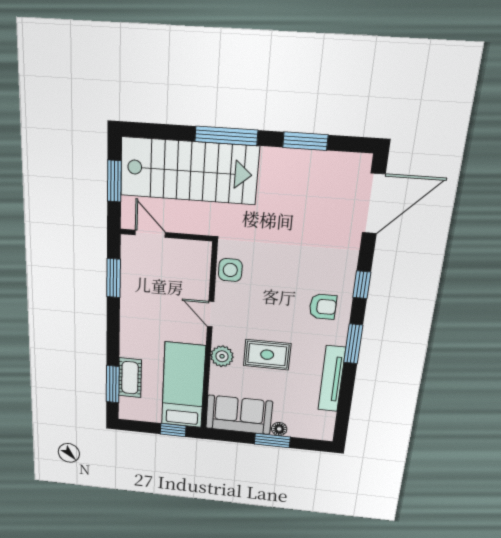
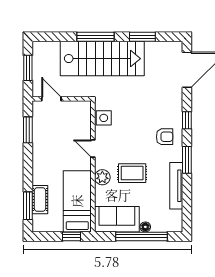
stairs: (189, 171) -> (102, 59), moved
window: (272, 441) -> (141, 236), width x2.11

